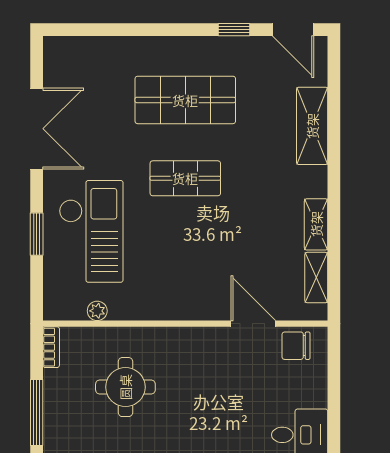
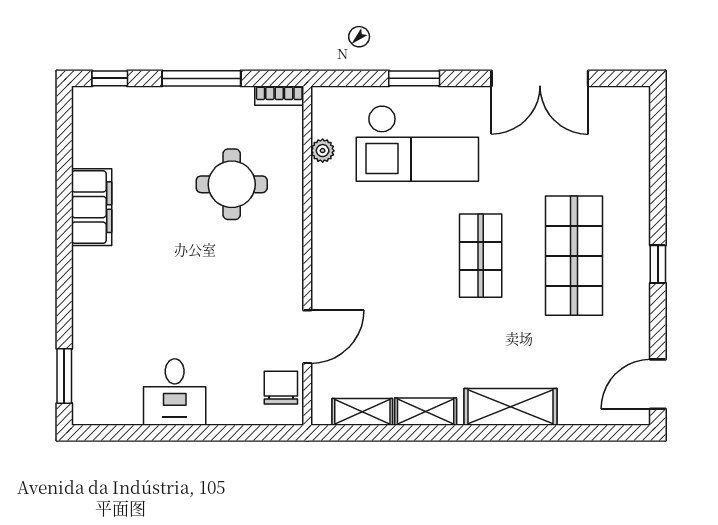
window: (234, 30) -> (658, 264), moved
shelving: (312, 126) -> (510, 407), moved

